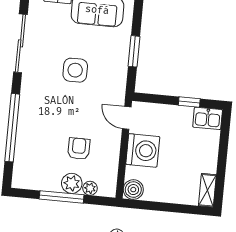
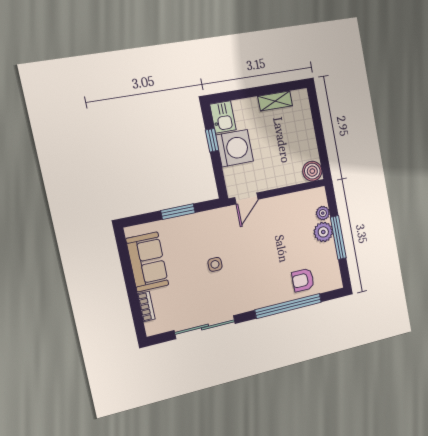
side table: (75, 70) -> (215, 264), width x0.54, depth x0.54
armchair: (79, 149) -> (303, 280), moved
washing machine: (143, 150) -> (235, 148), moved, turned 90
shelving: (207, 190) -> (275, 101), moved

